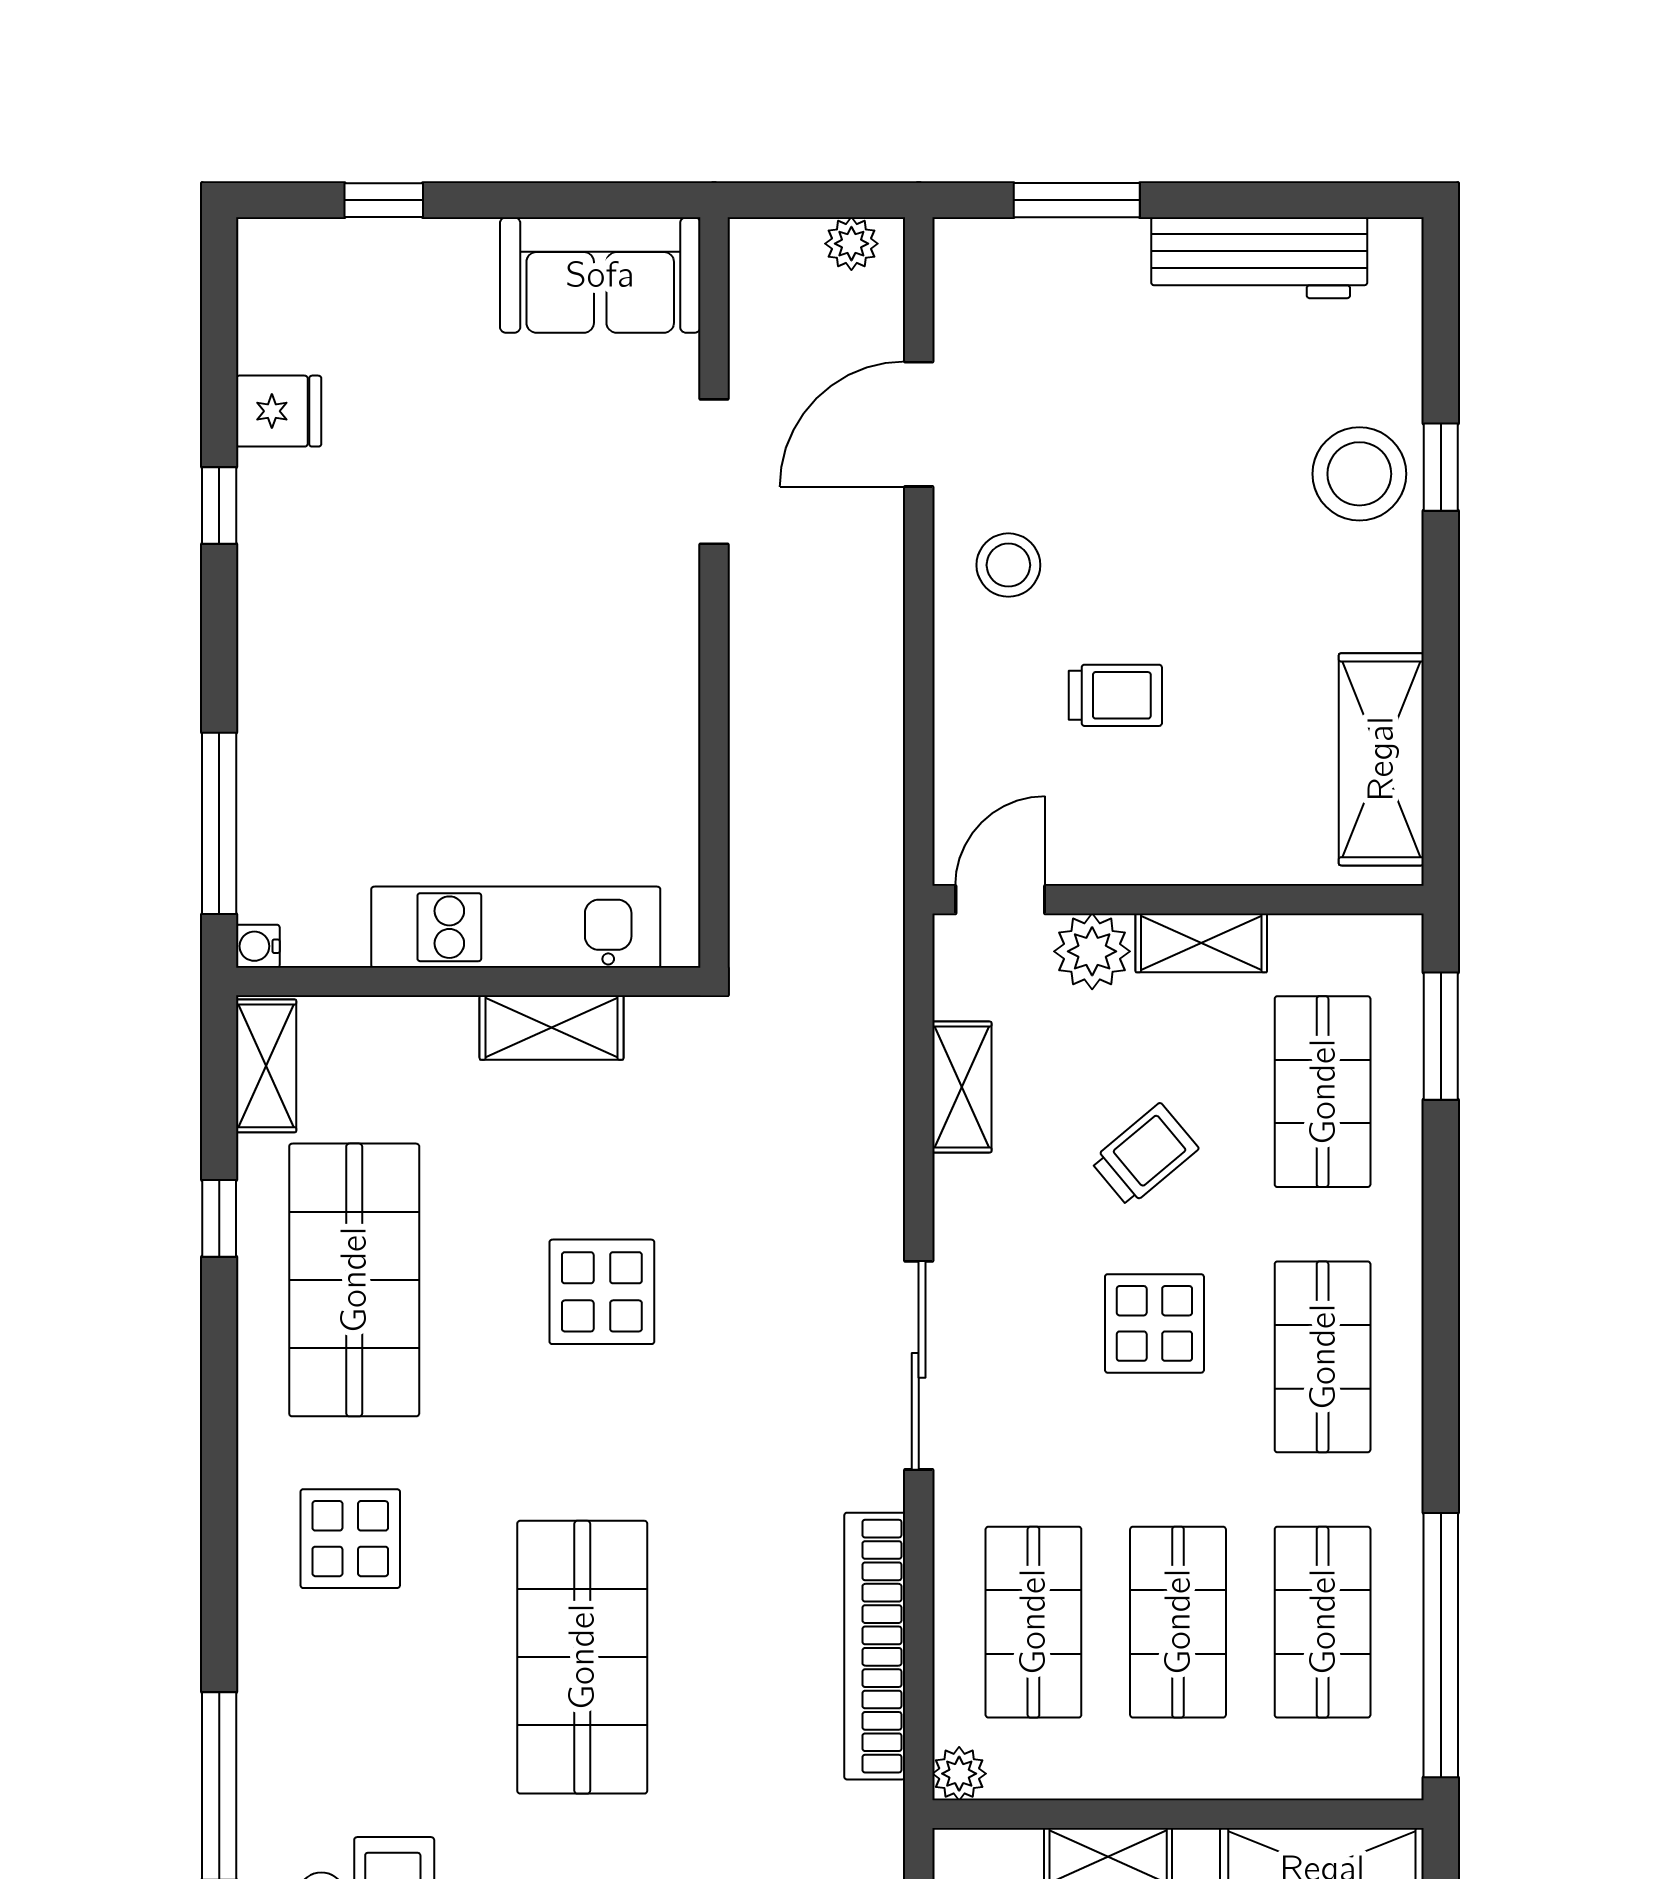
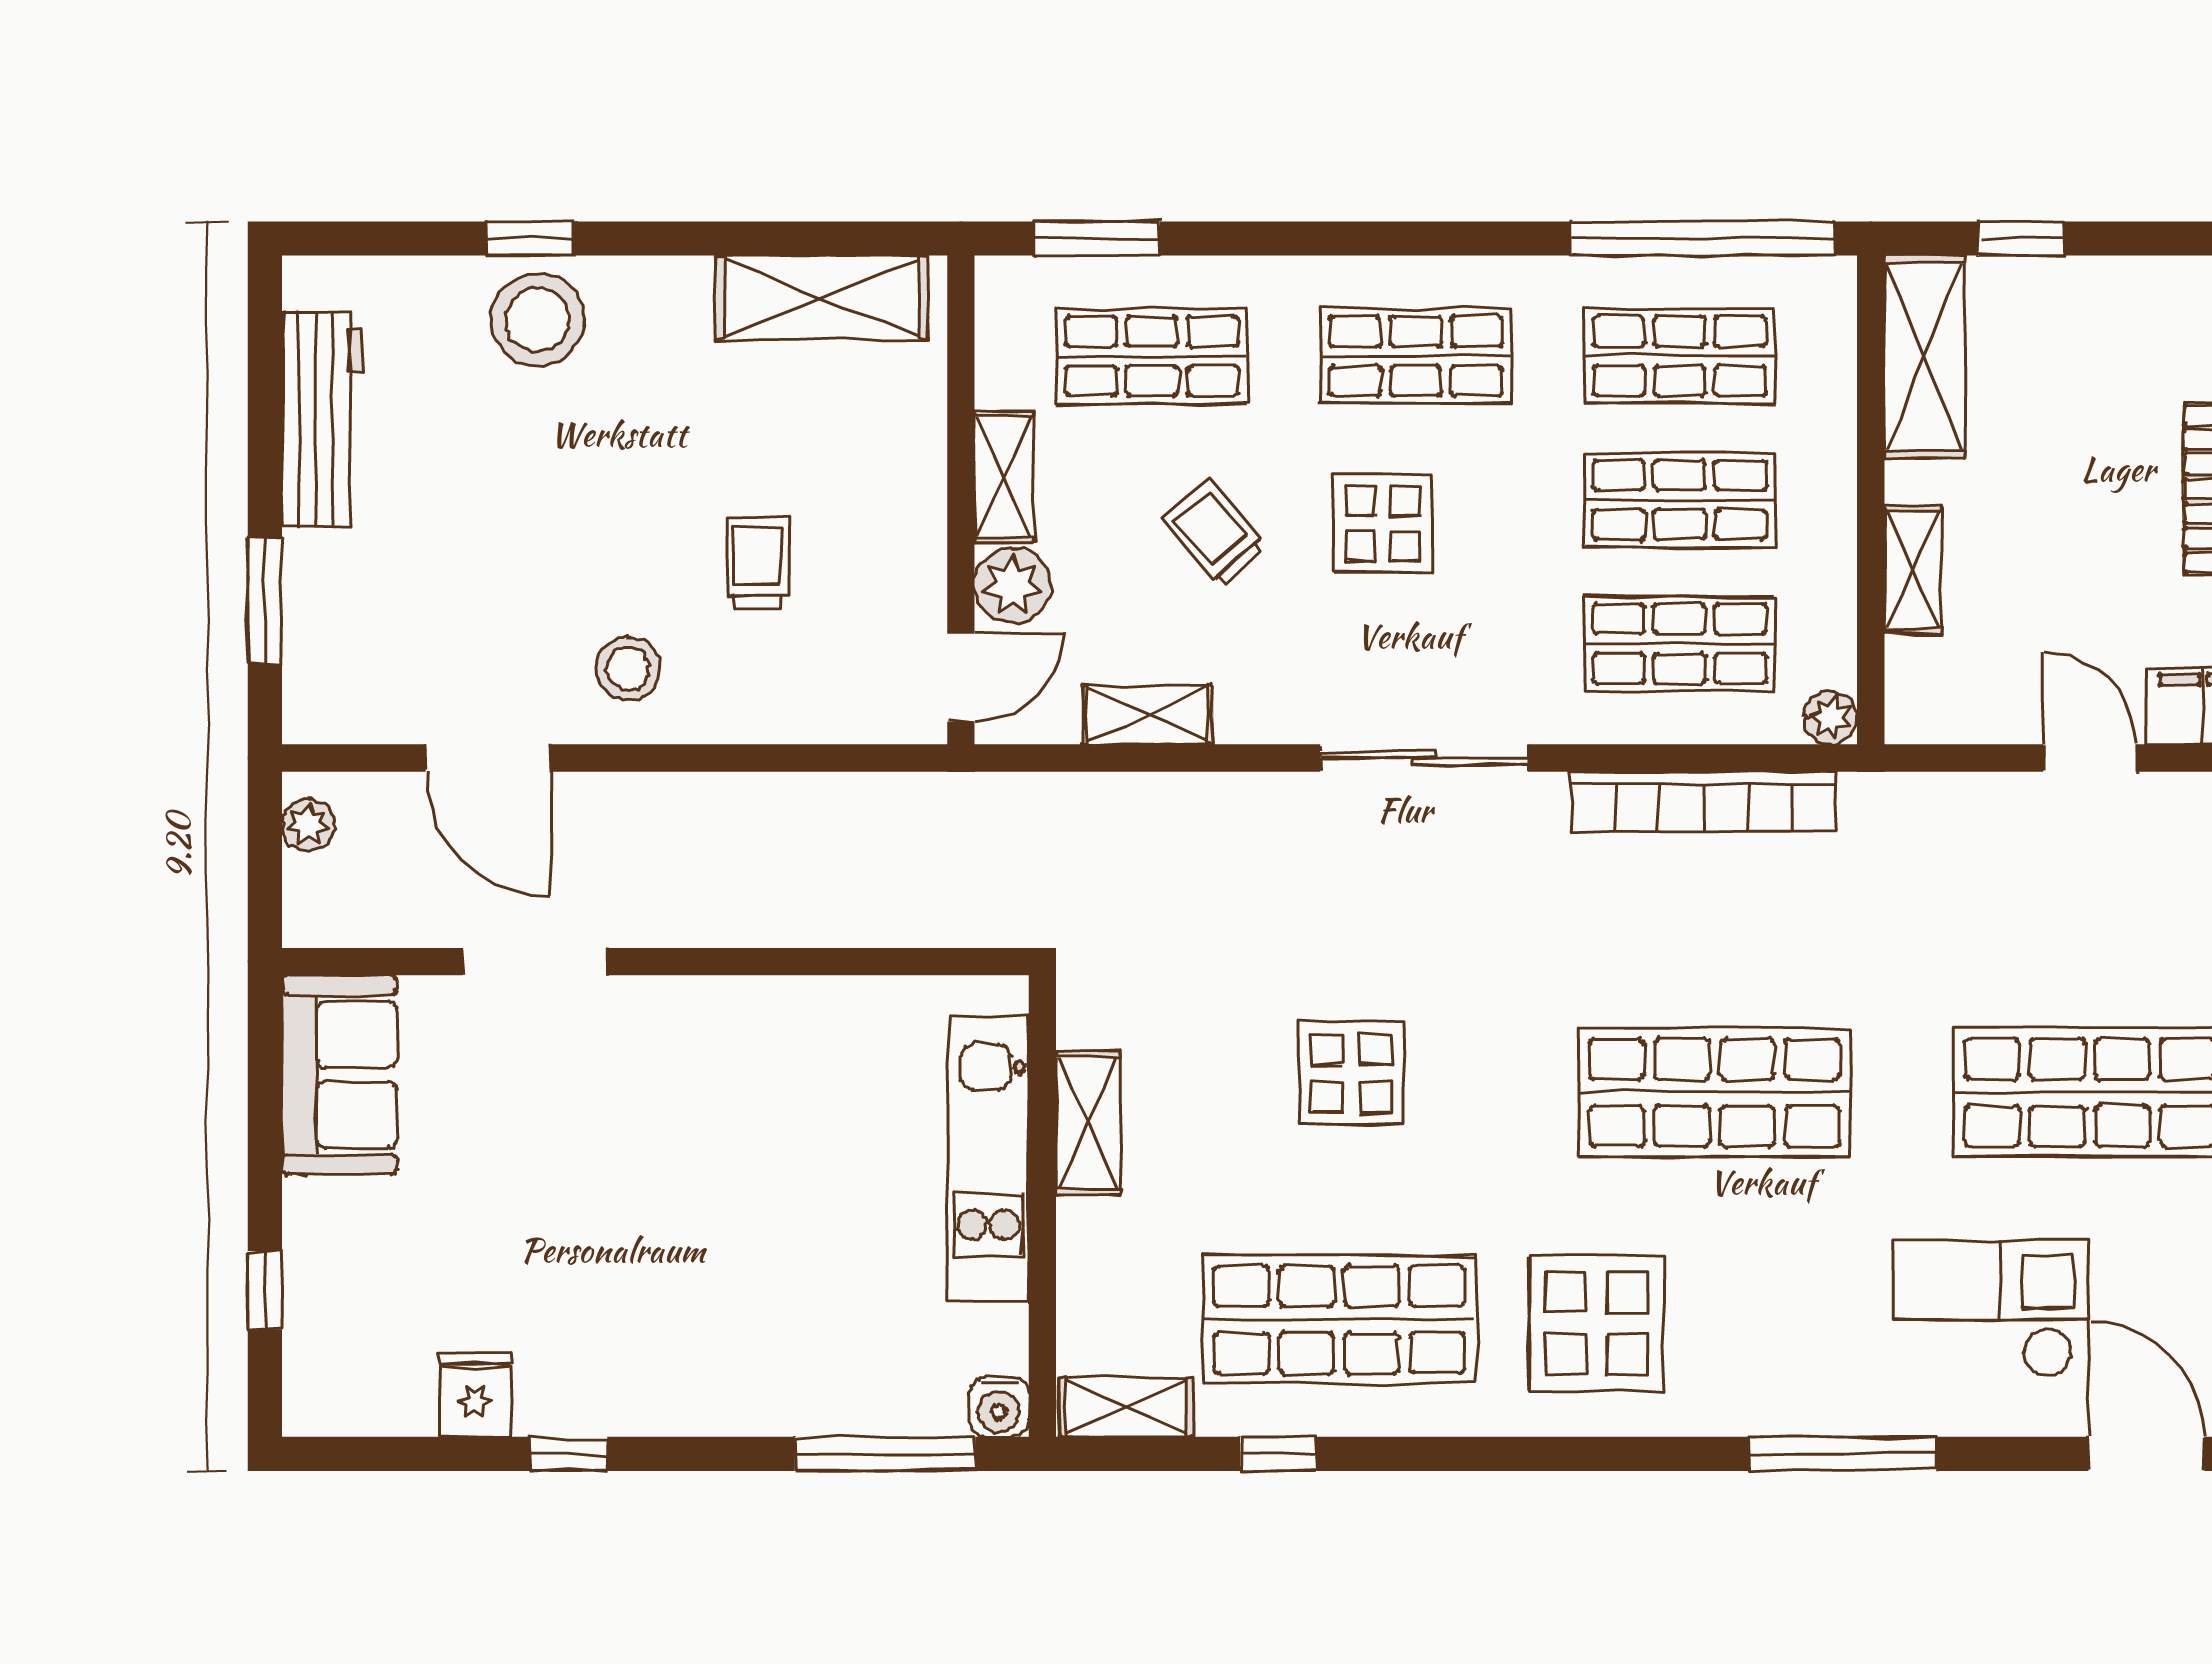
door: (1000, 900) -> (961, 677), swing flipped
water cooler: (258, 946) -> (999, 1407), width x1.38, depth x1.38
display table: (350, 1539) -> (1597, 1323), width x1.36, depth x1.36

